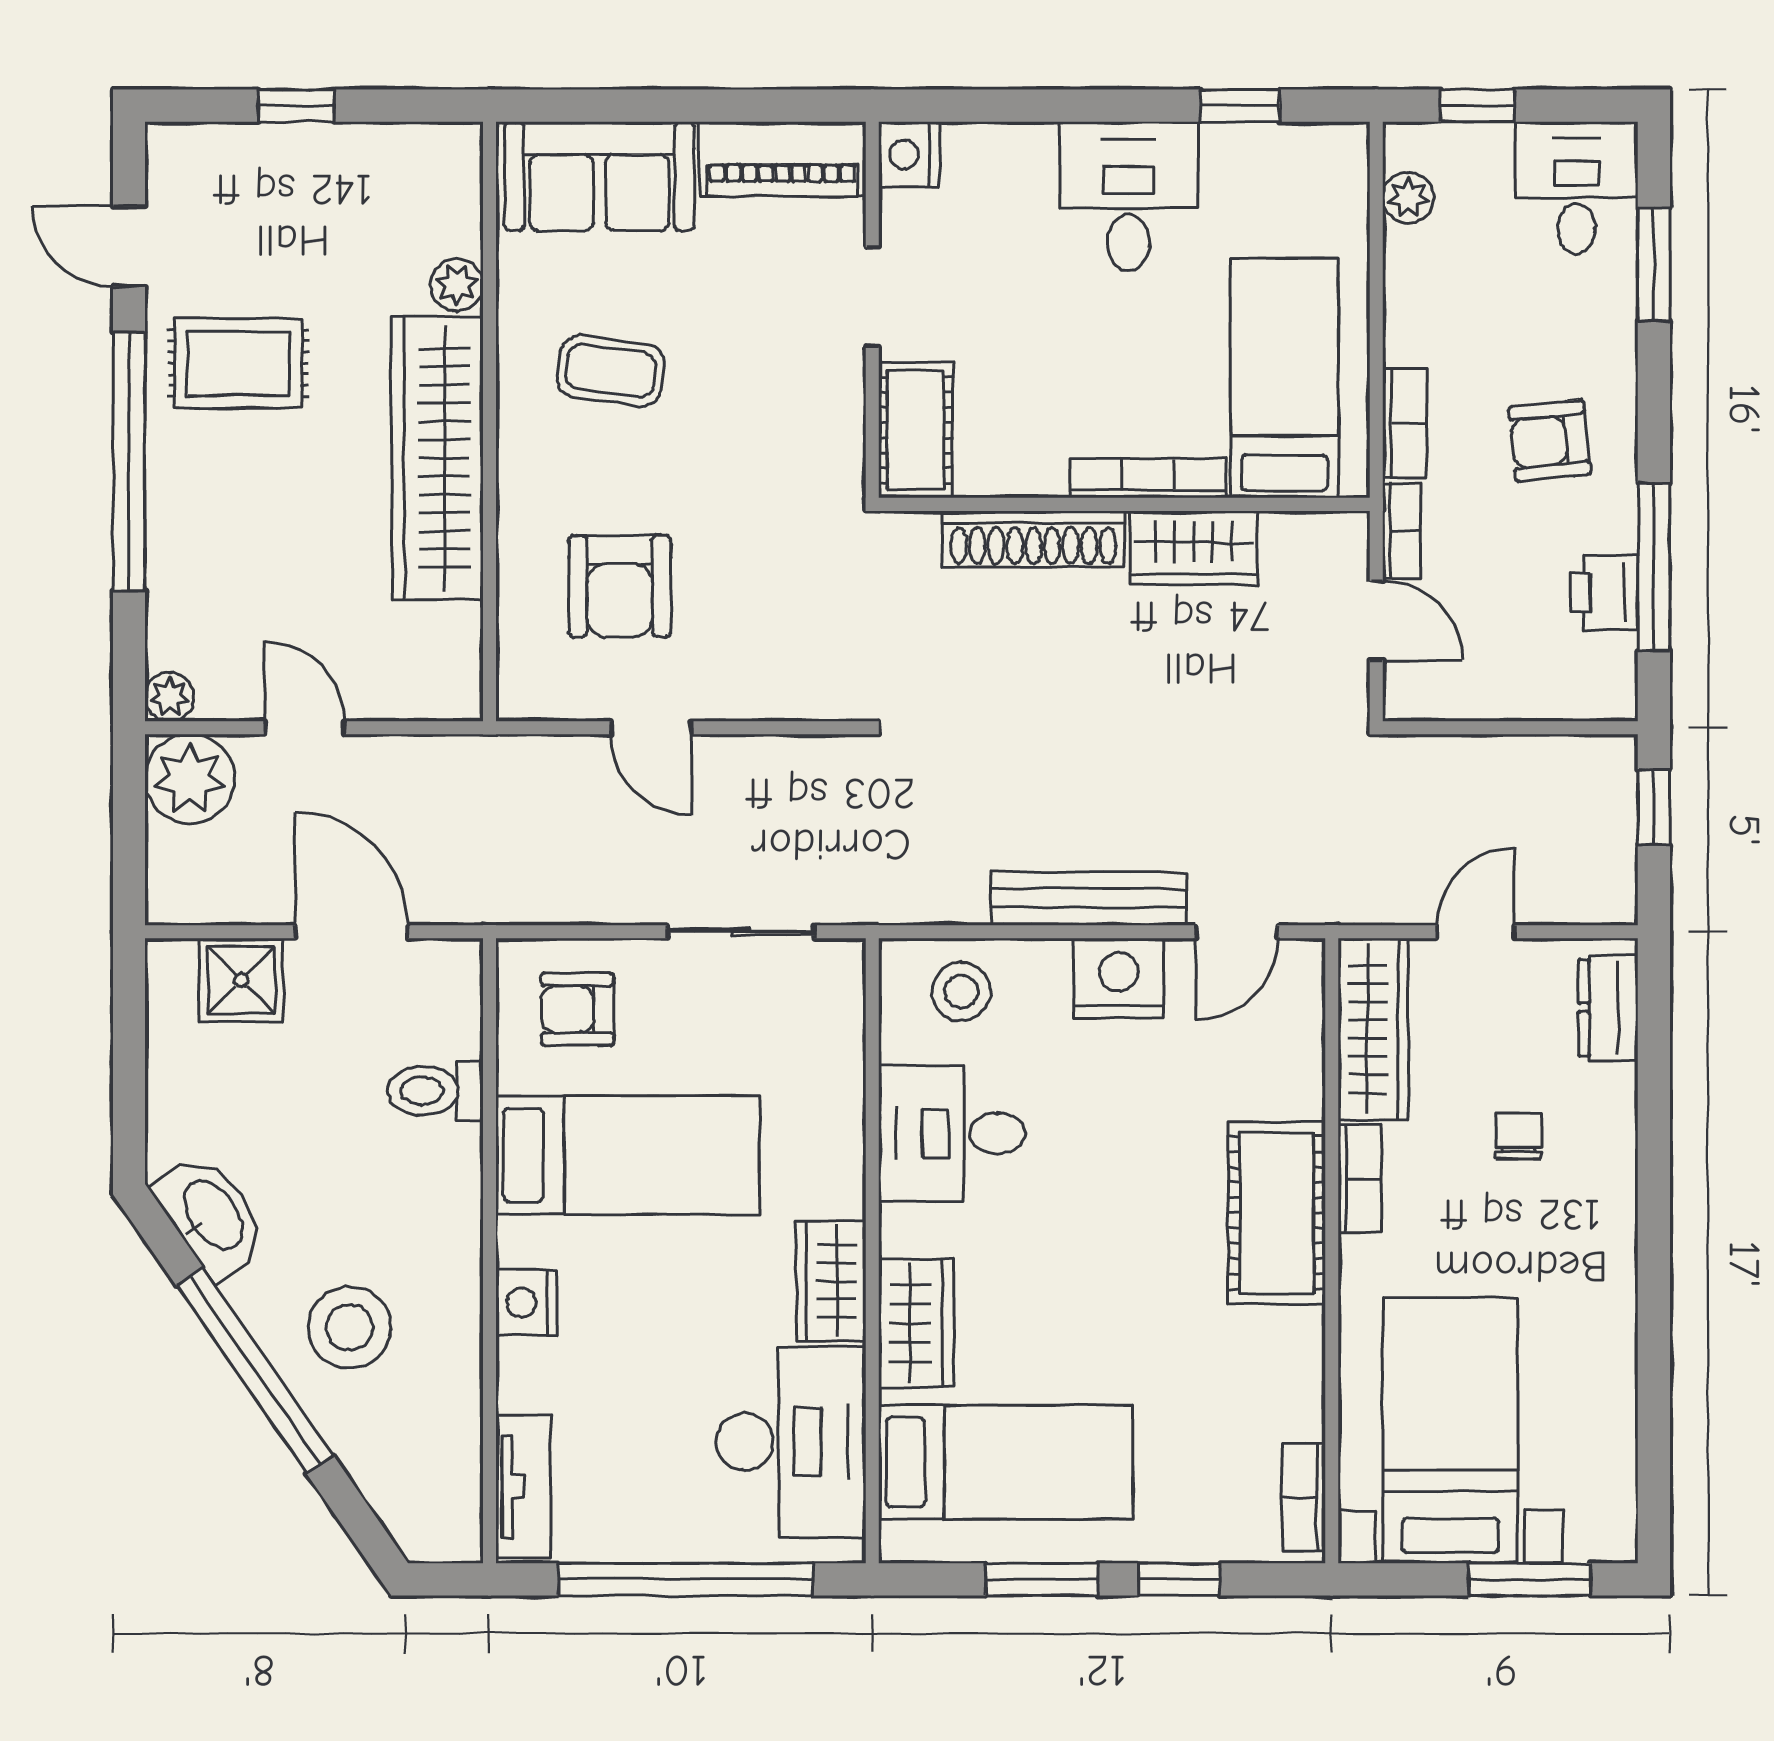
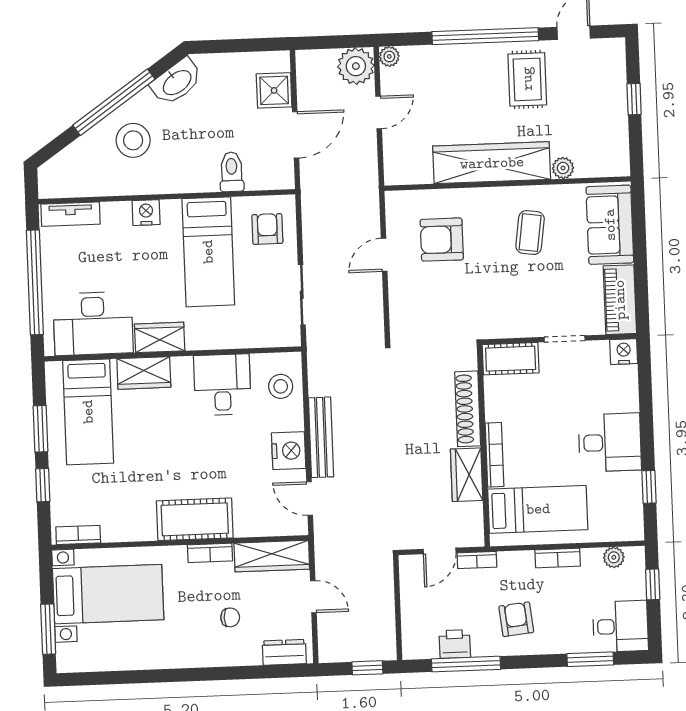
bookcase: (1405, 423) -> (558, 558), moved

